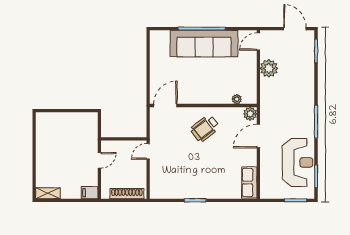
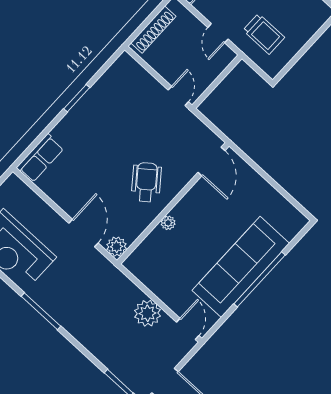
plant: (237, 99) -> (168, 223), moved
trolley: (79, 138) -> (264, 34), added
row of seats: (249, 182) -> (40, 158), moved, turned 90

